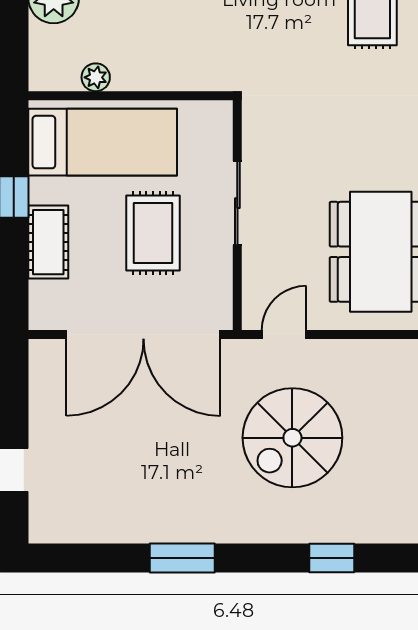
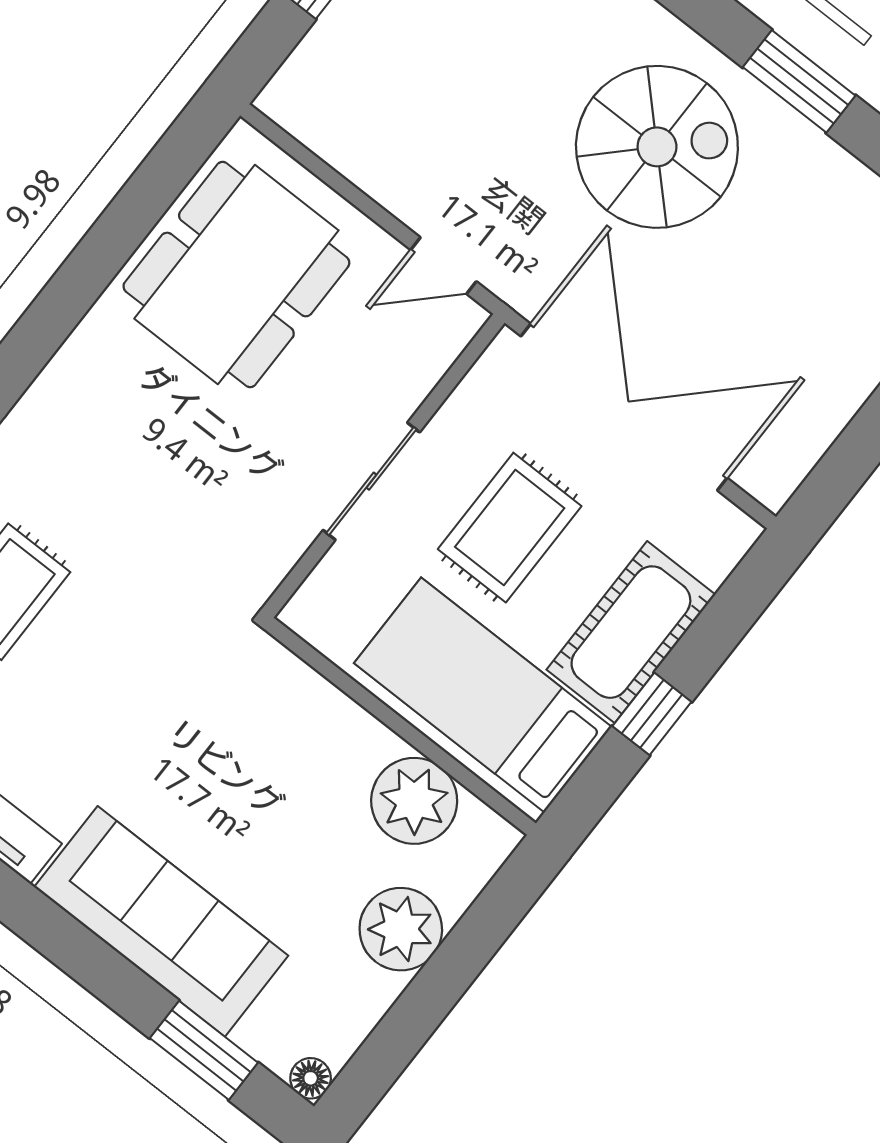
plant: (96, 77) -> (414, 801), width x1.87, depth x1.87
cot: (48, 242) -> (631, 632), width x1.37, depth x1.34
spiral stairs: (292, 438) -> (657, 147), moved

